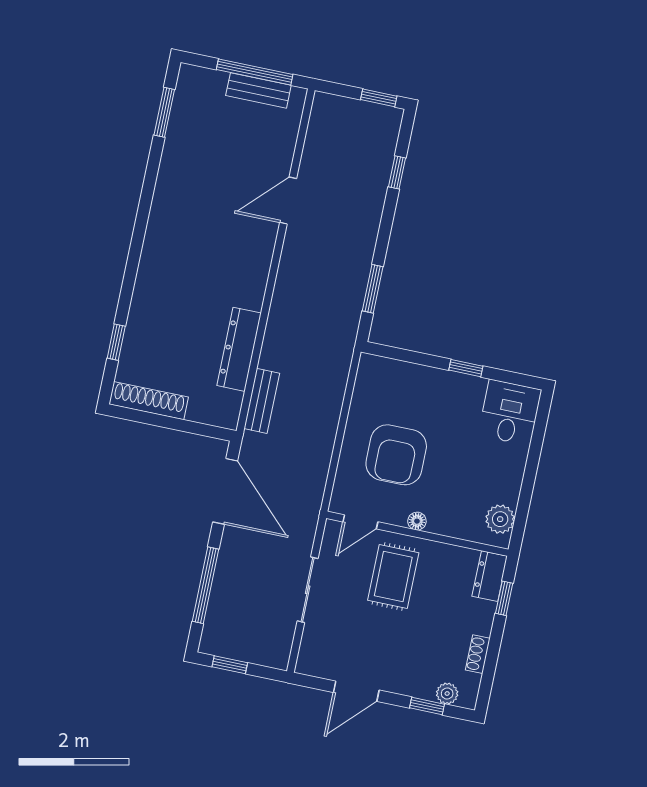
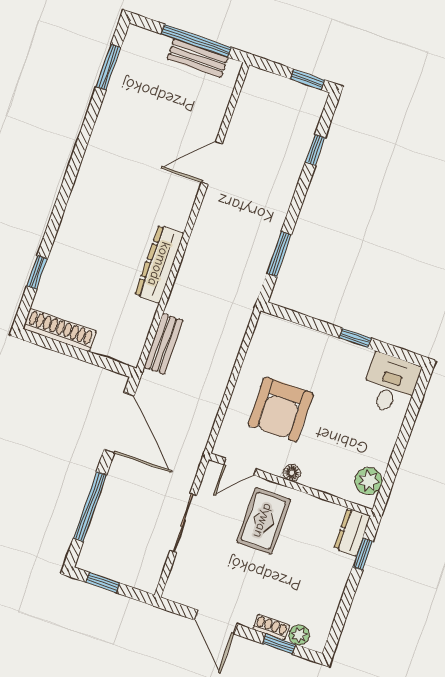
dresser: (239, 349) -> (159, 264), moved
shoe rack: (478, 654) -> (271, 627), moved, turned 90
door: (356, 691) -> (216, 622), hinge flipped

